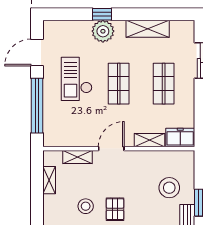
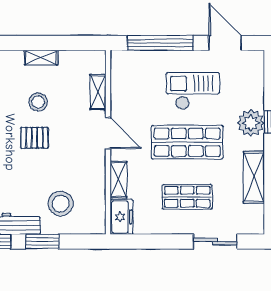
shop shelf: (119, 84) -> (187, 142), width x1.43, depth x1.36
shelving: (49, 180) -> (41, 58), moved

